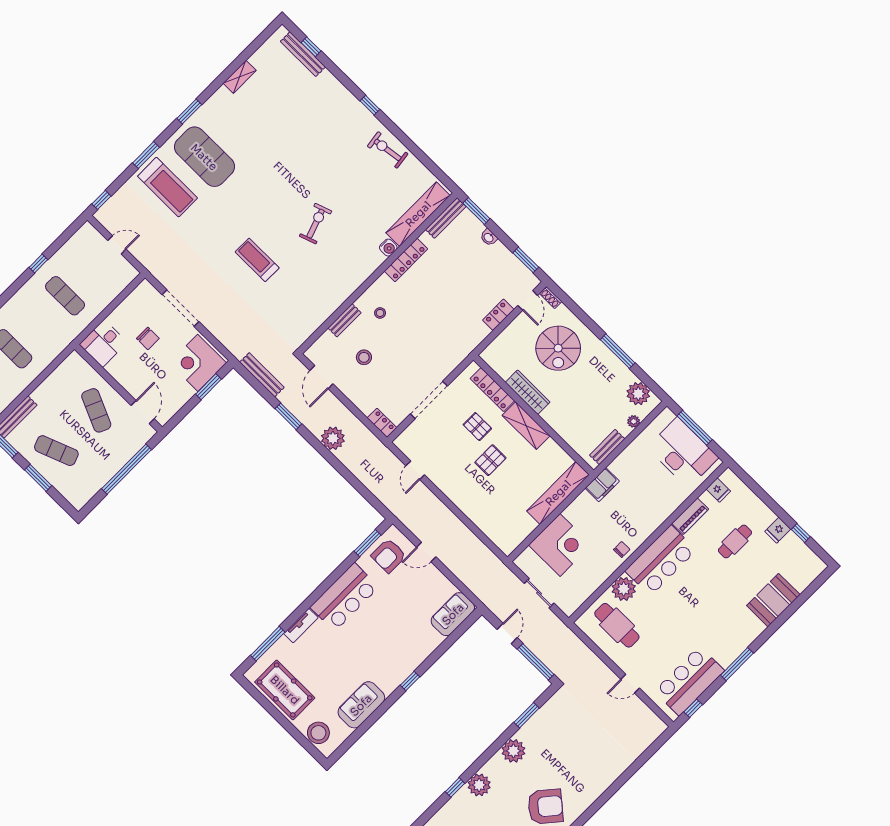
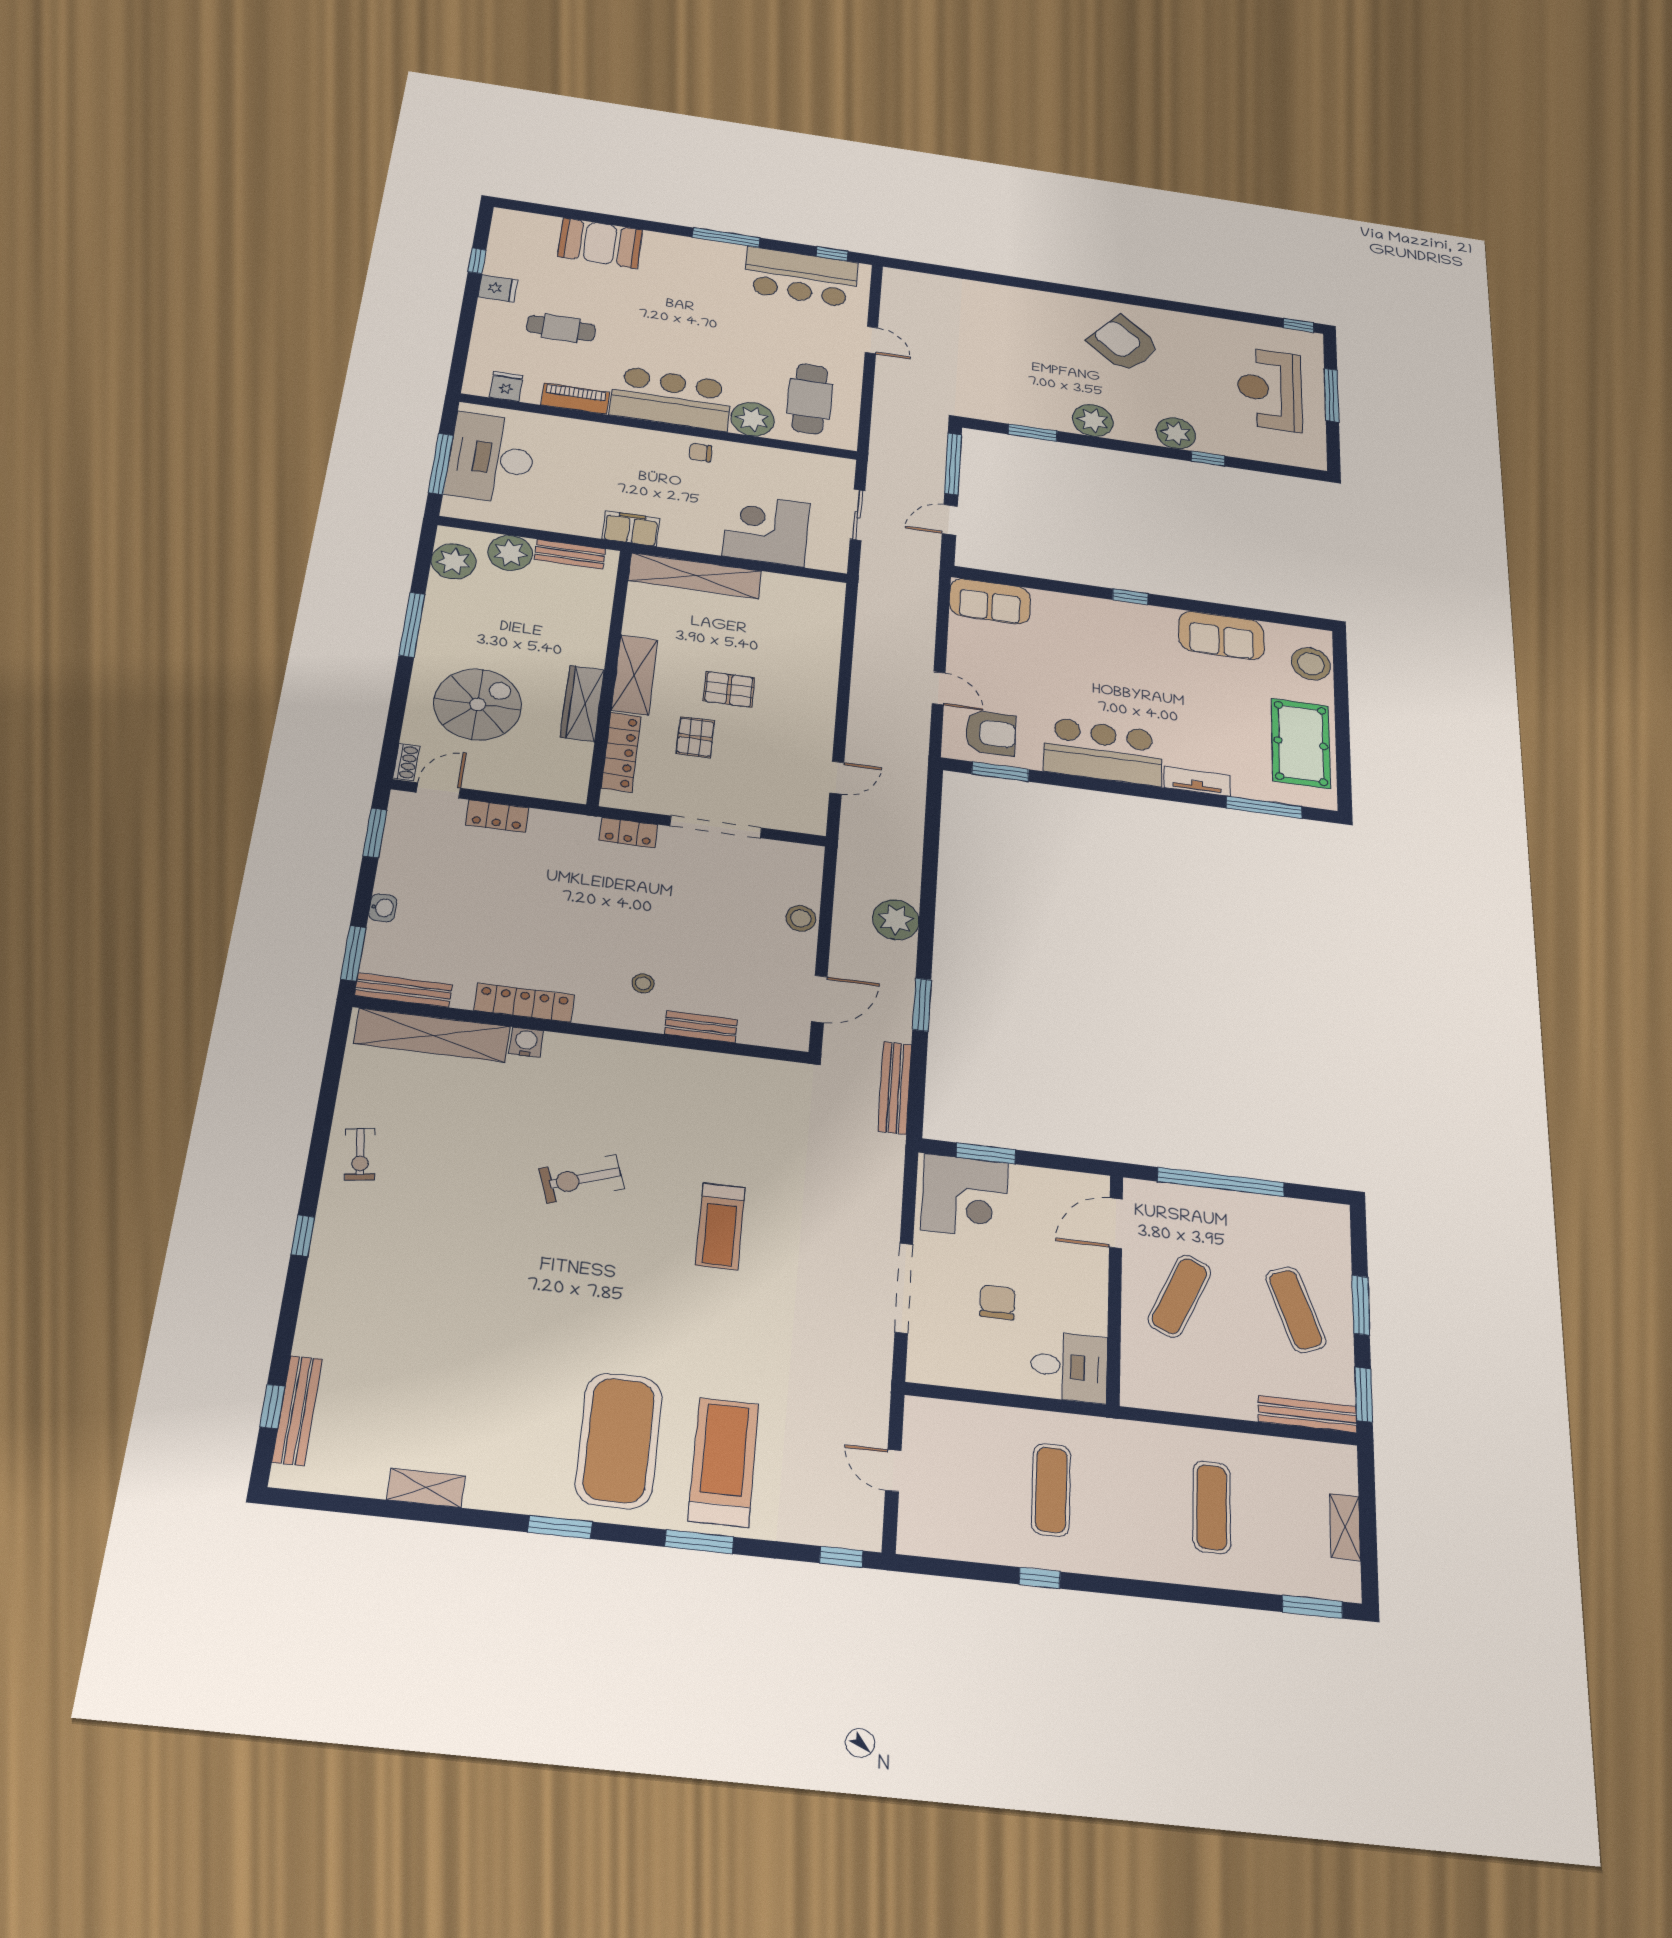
exercise bike: (388, 150) -> (360, 1154), width x0.73, depth x0.72
stool: (364, 357) -> (801, 918), moved
plant: (634, 421) -> (510, 553), width x1.88, depth x1.88
locker: (382, 423) -> (628, 833), moved, turned -90

